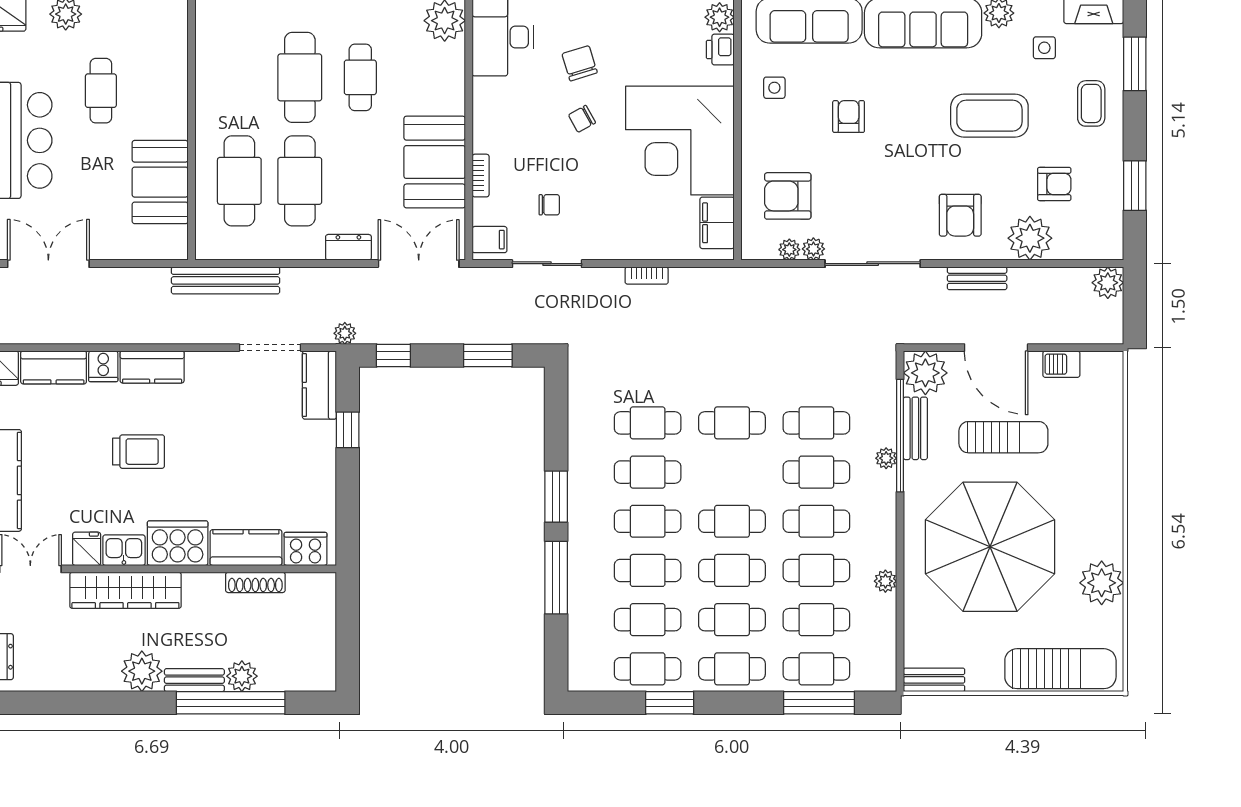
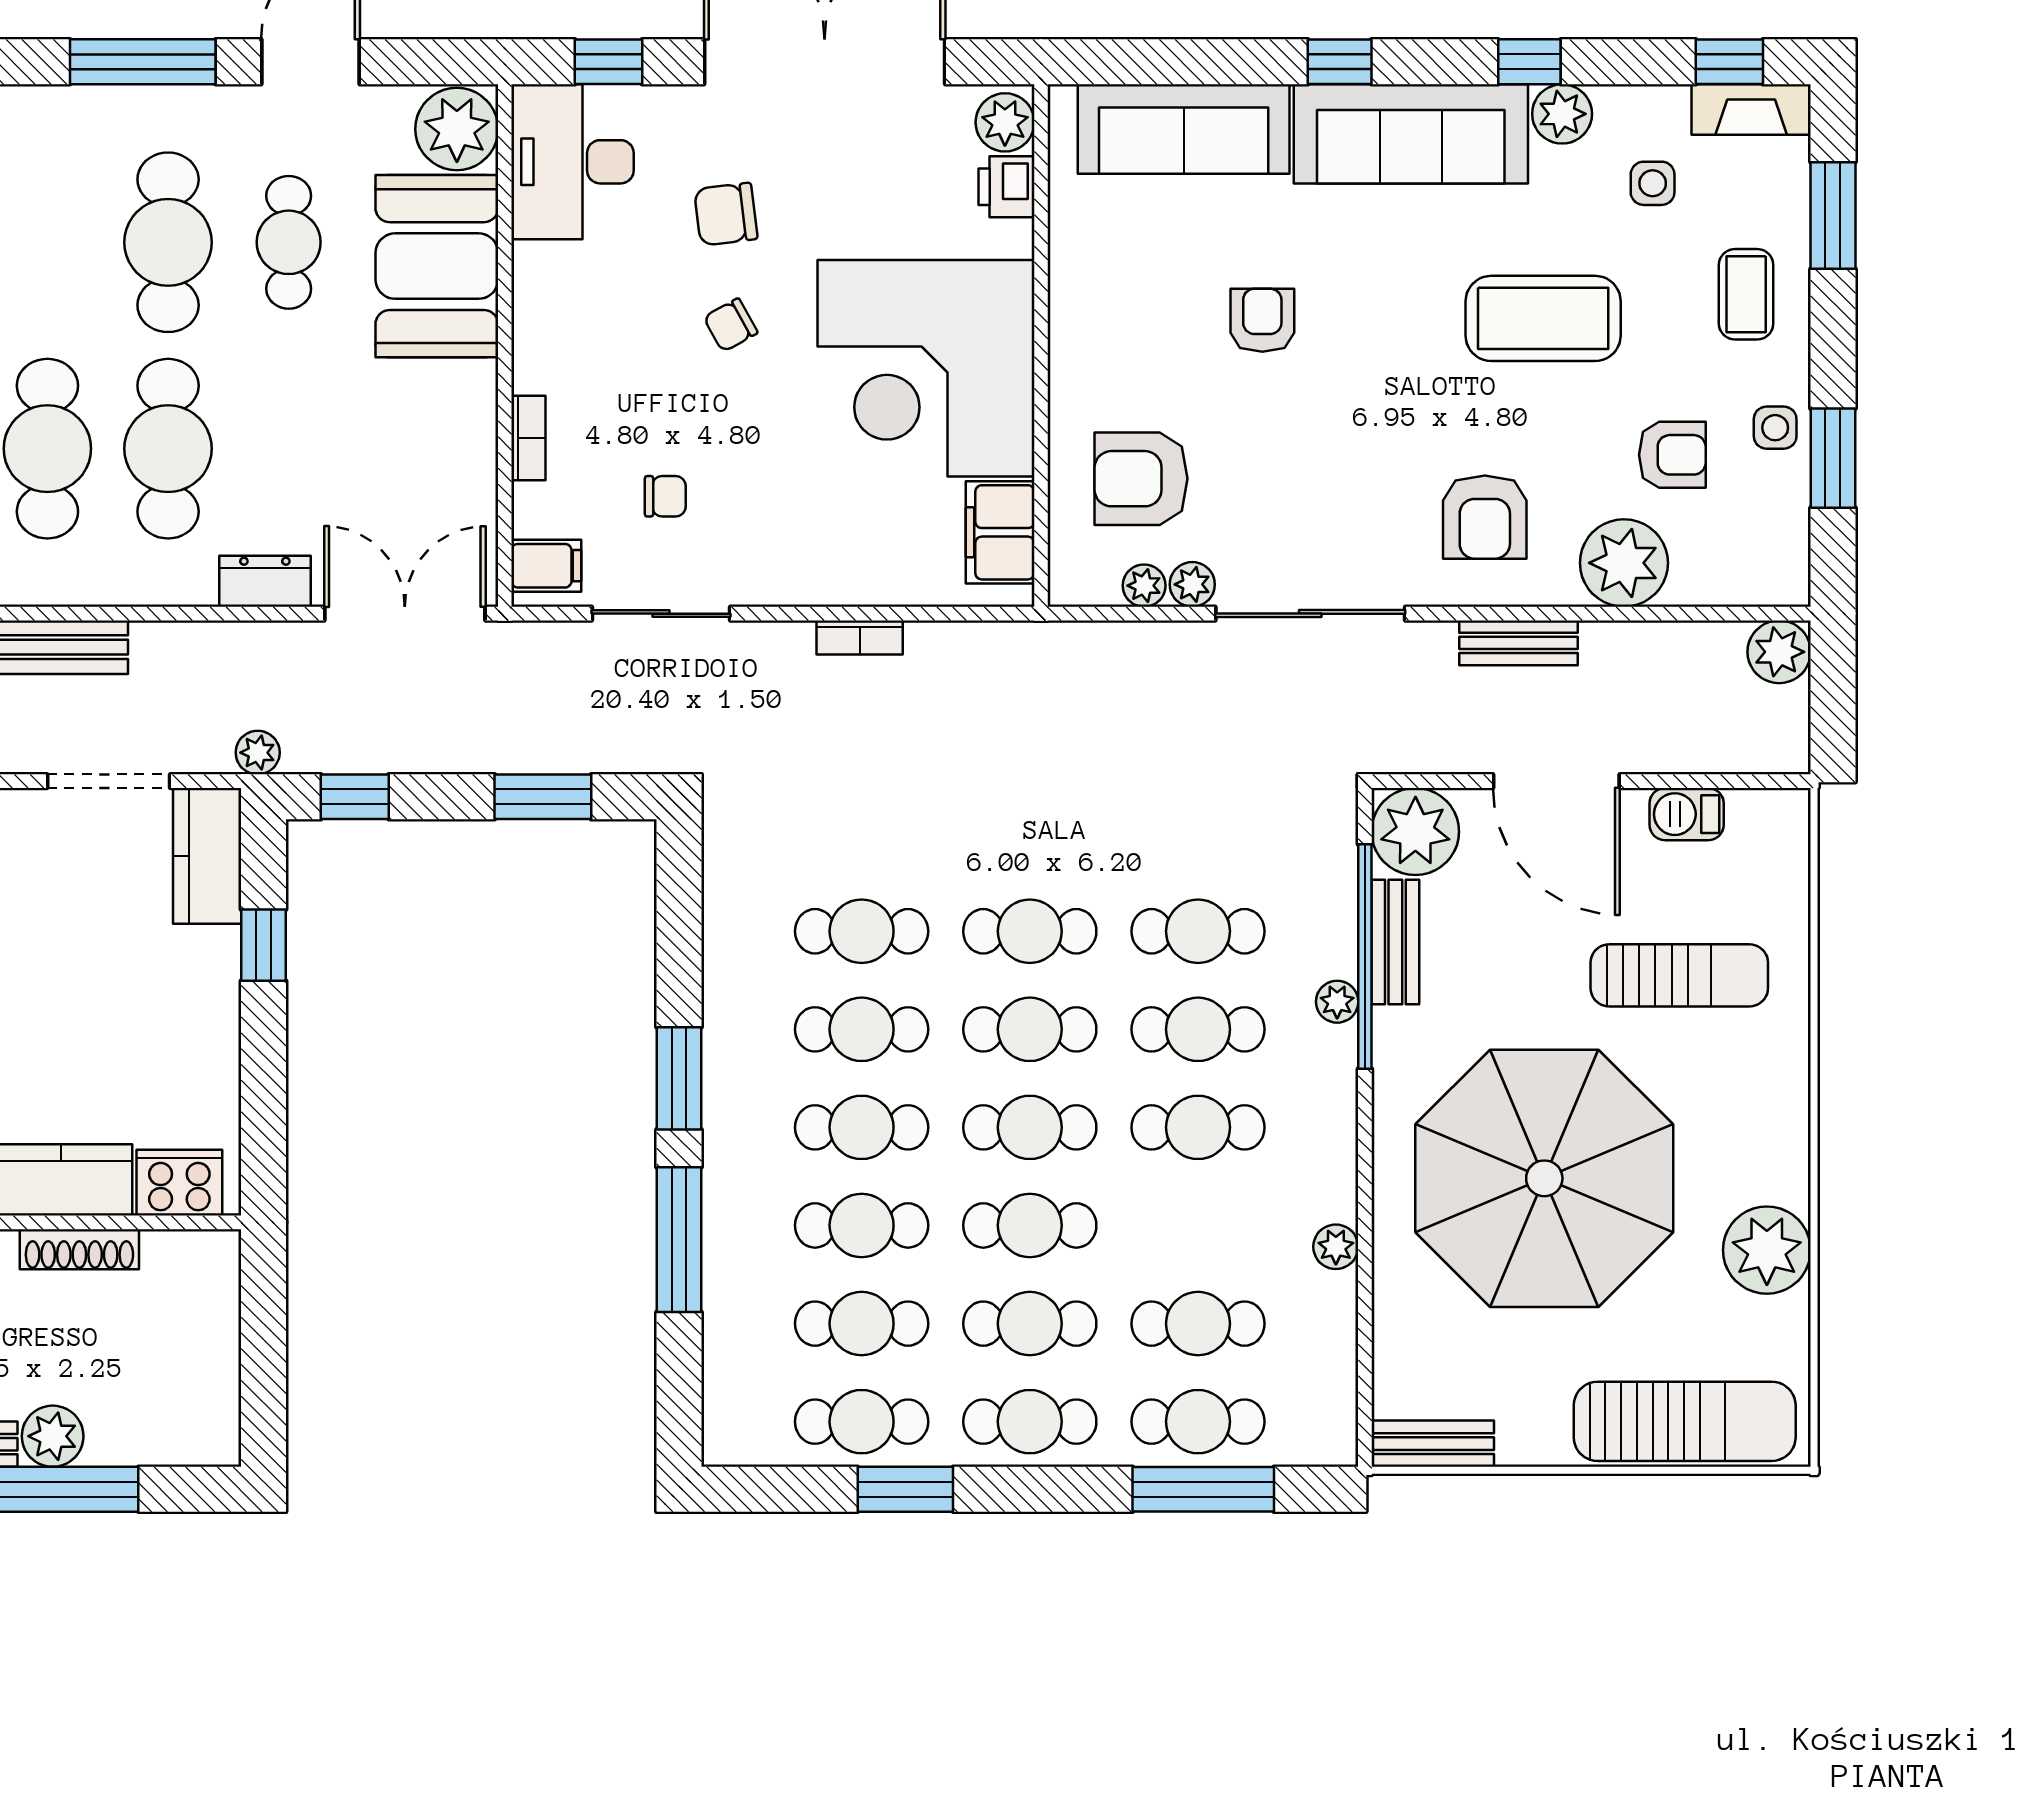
chair: (580, 63) -> (726, 214), turned -80
side table: (774, 88) -> (1775, 428), moved
booth: (435, 162) -> (437, 266), moved
sun lounger: (1003, 437) -> (1679, 975), moved
cafe table: (816, 570) -> (1030, 1029), moved

